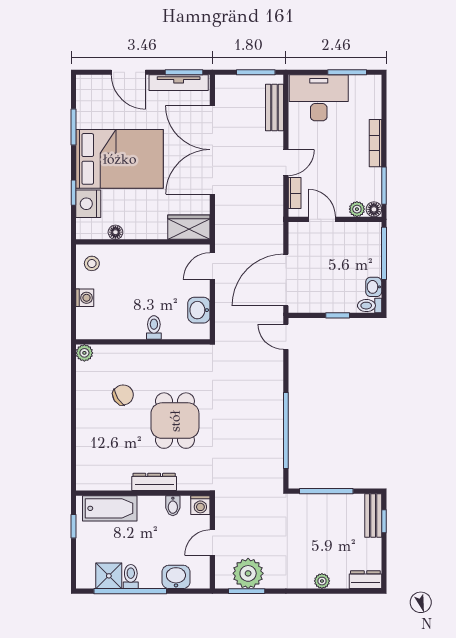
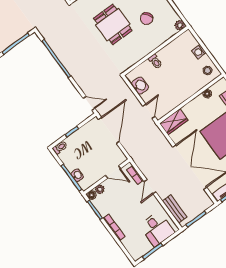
desk: (319, 98) -> (157, 229), width x0.73
washbasin: (374, 287) -> (77, 175), moved

